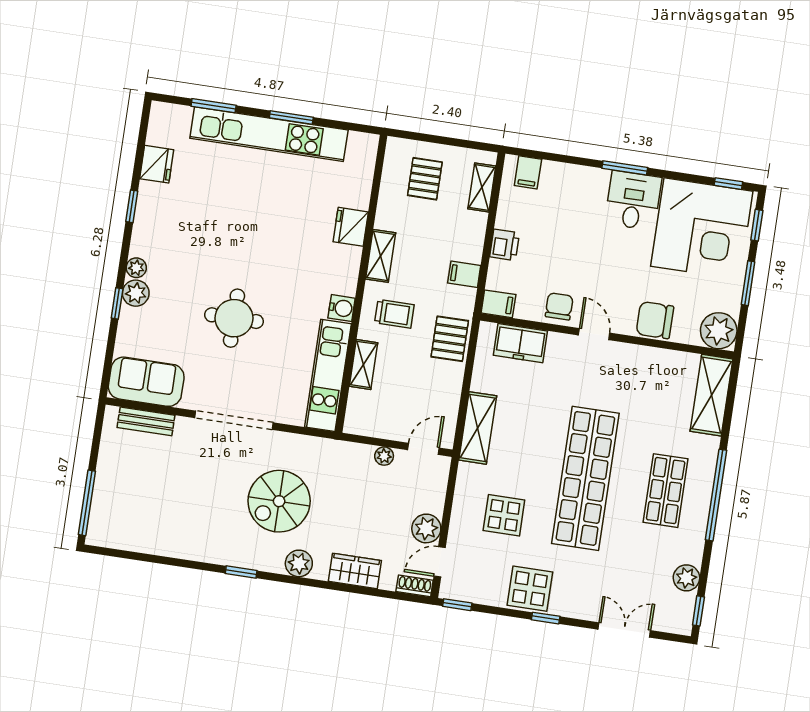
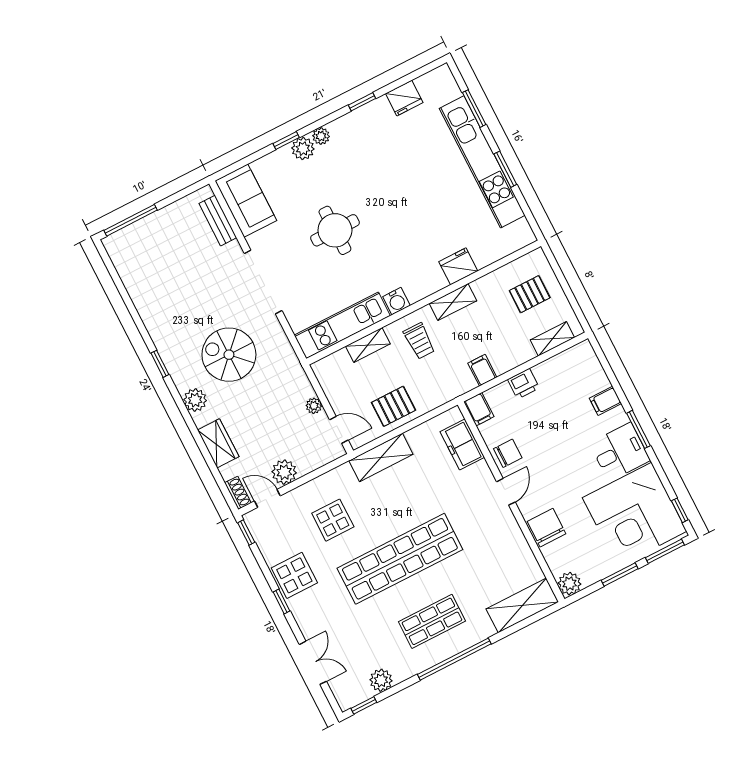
filing cabinet: (528, 172) -> (605, 401), moved
window: (757, 225) -> (665, 551), width x1.50
plant: (719, 331) -> (569, 584), width x0.73, depth x0.73
pallet: (450, 339) -> (394, 406), moved

